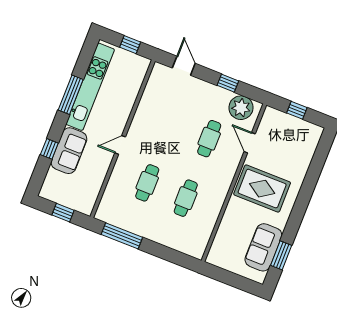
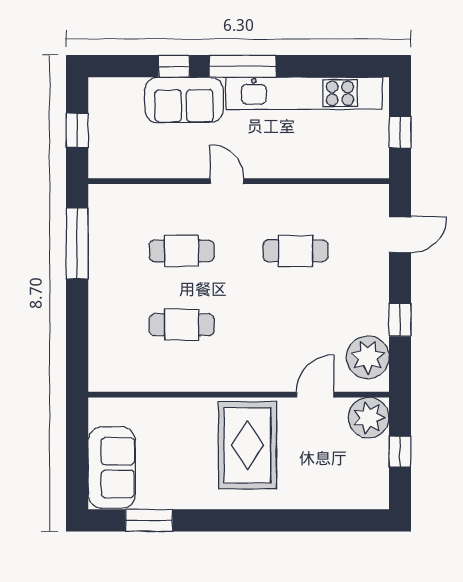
window: (71, 95) -> (242, 66), moved
plant: (273, 120) -> (369, 418), added
cafe table: (209, 139) -> (296, 251), moved
sofa: (263, 247) -> (112, 467), moved, turned 90

